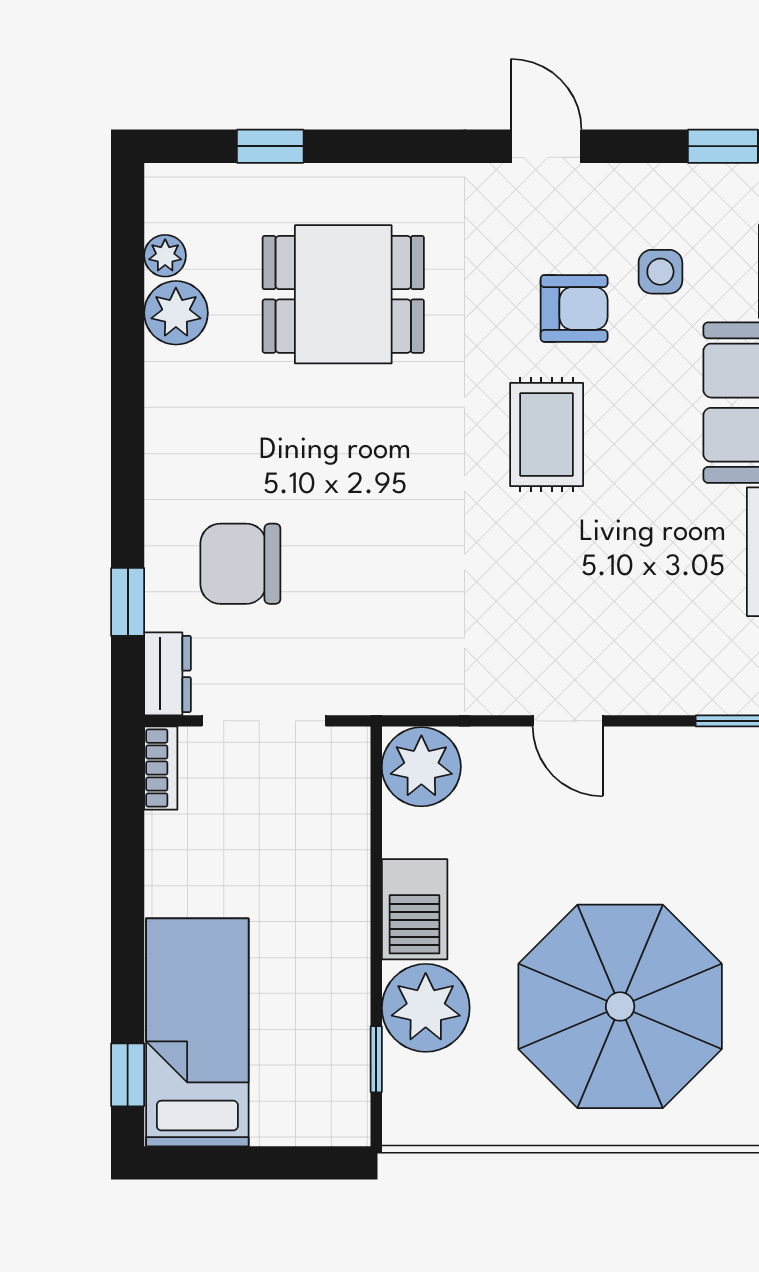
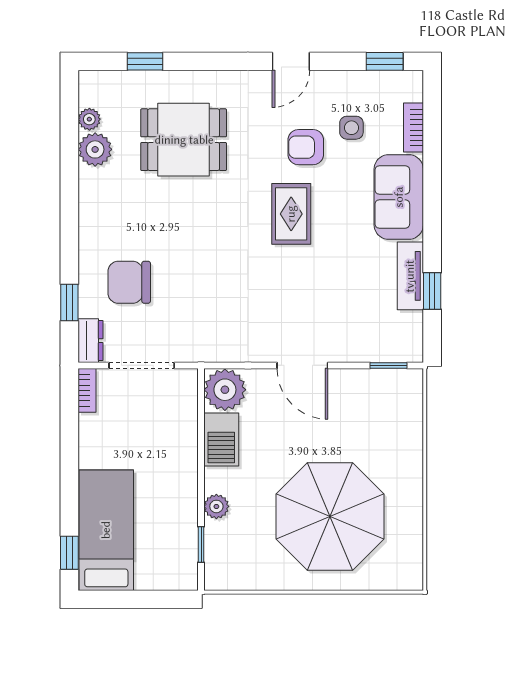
door: (546, 146) -> (291, 61), swing flipped
armchair: (574, 308) -> (306, 147), turned 180
door: (568, 721) -> (302, 365), width x1.38
barbecue: (415, 909) -> (221, 440), moved
plant: (426, 1008) -> (216, 506), width x0.53, depth x0.53

